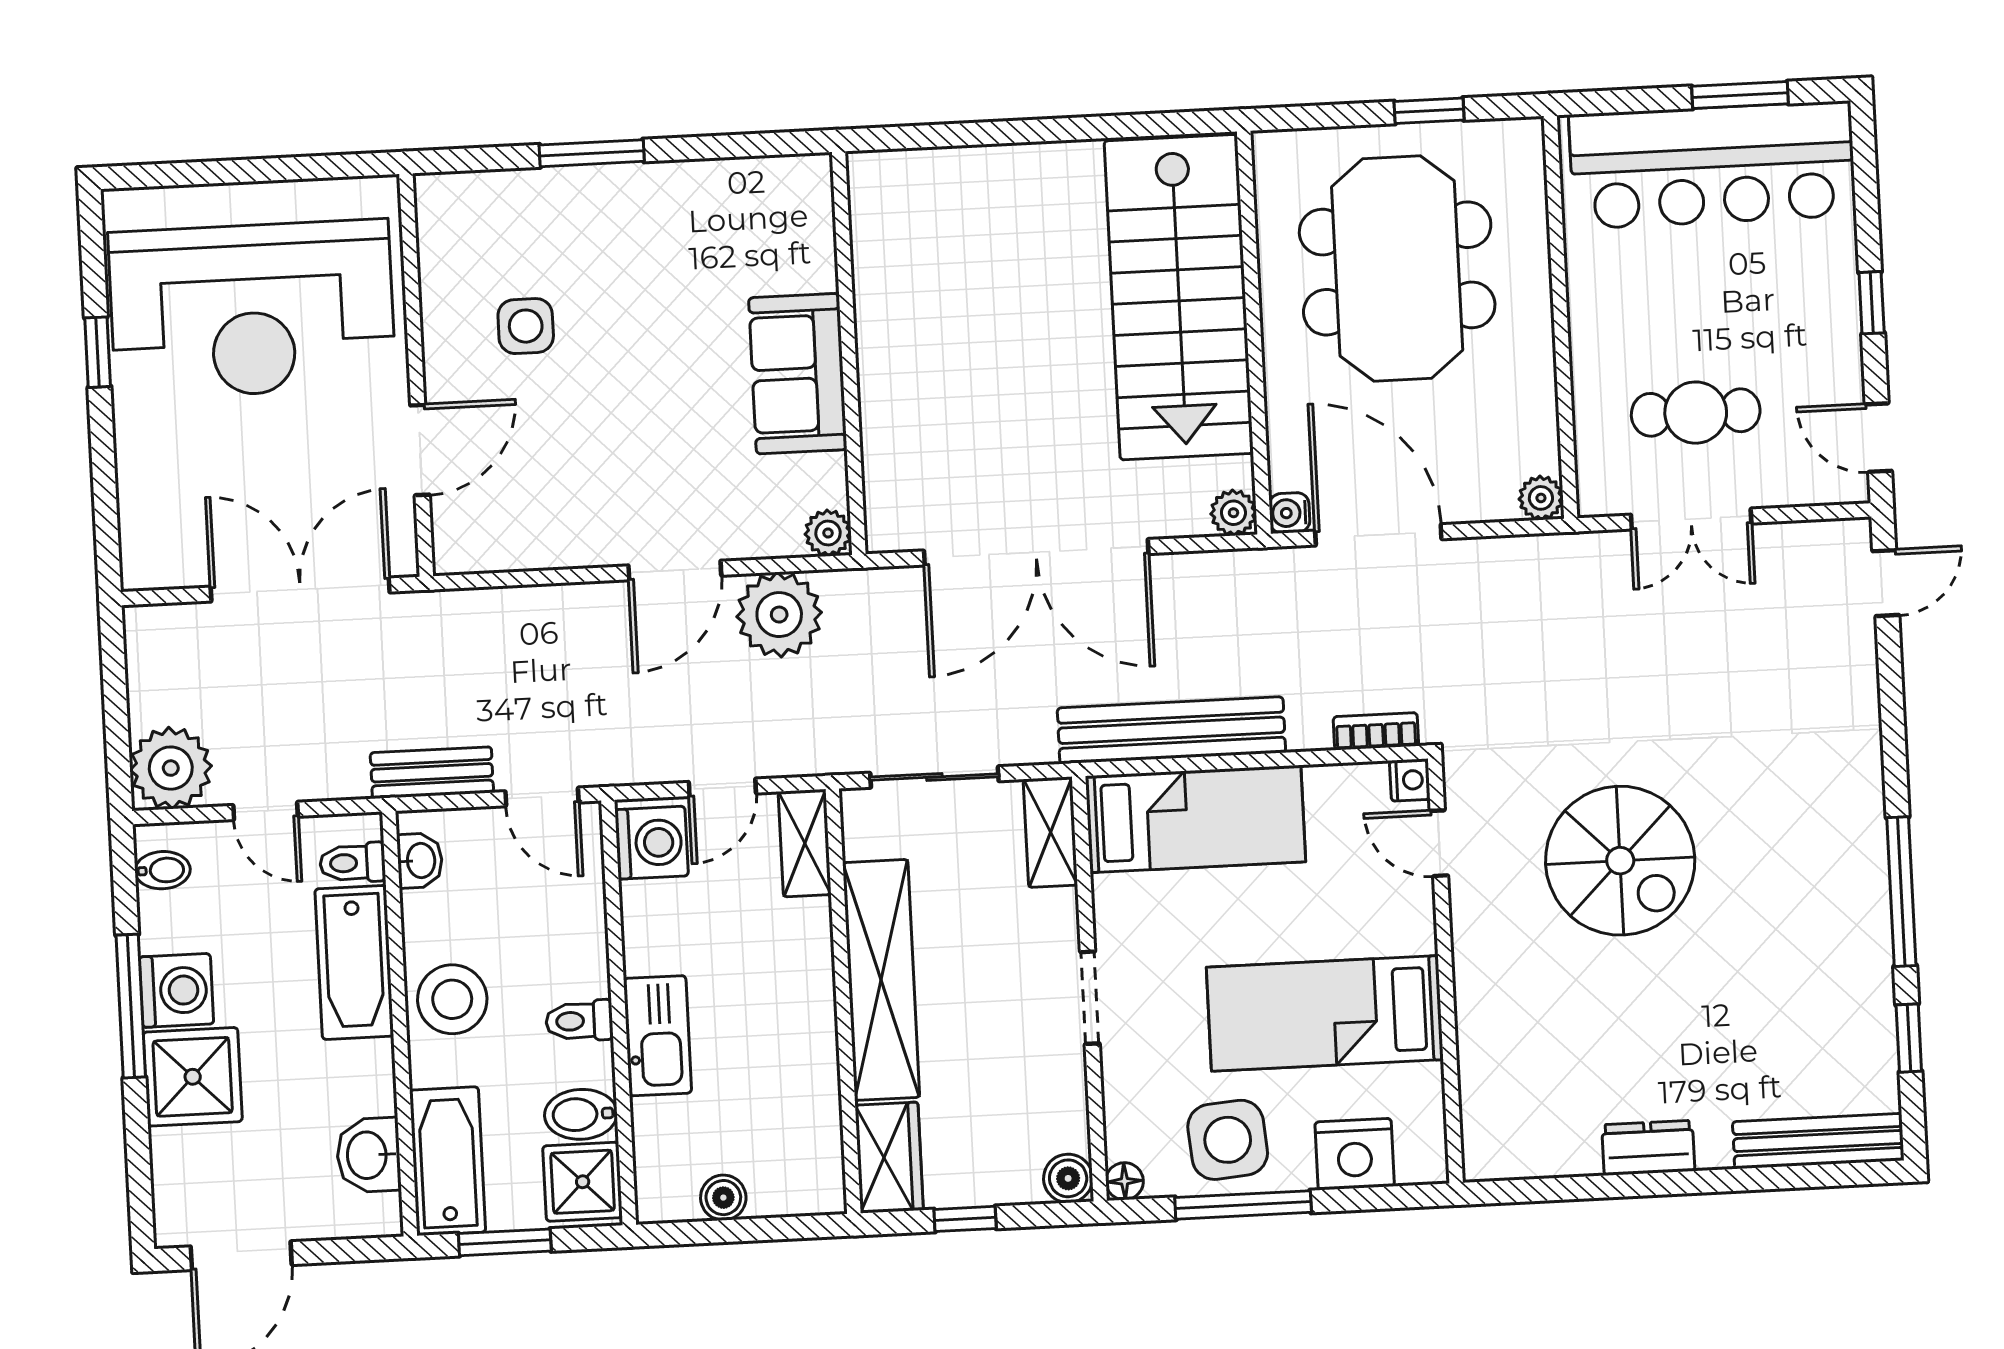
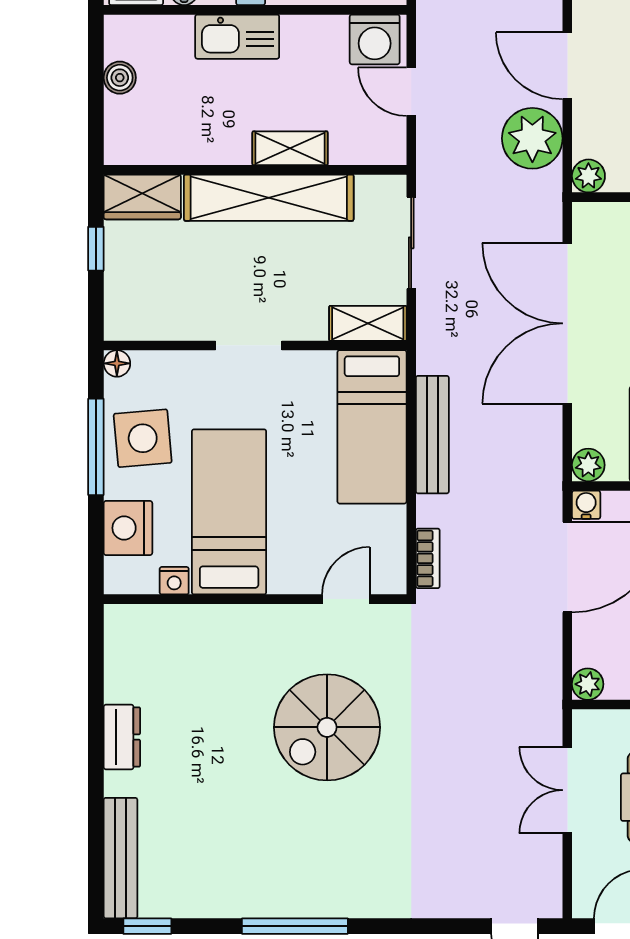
bench: (1171, 730) -> (432, 435), width x0.73, depth x0.82
nightstand: (1410, 780) -> (174, 581), moved
shelving: (805, 843) -> (290, 148), moved
window: (1909, 1038) -> (147, 926), moved
boiler: (1068, 1178) -> (121, 323), removed

